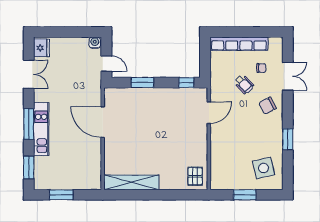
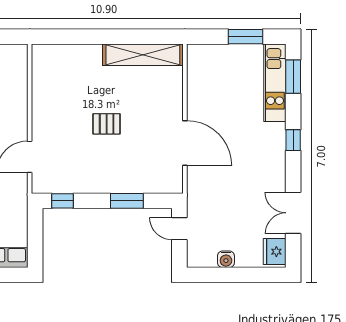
water cooler: (95, 43) -> (226, 259), moved
window: (29, 124) -> (293, 140), width x0.46
kitchen unit: (41, 129) -> (275, 83), moved
pallet: (195, 176) -> (107, 124), moved, turned 90

